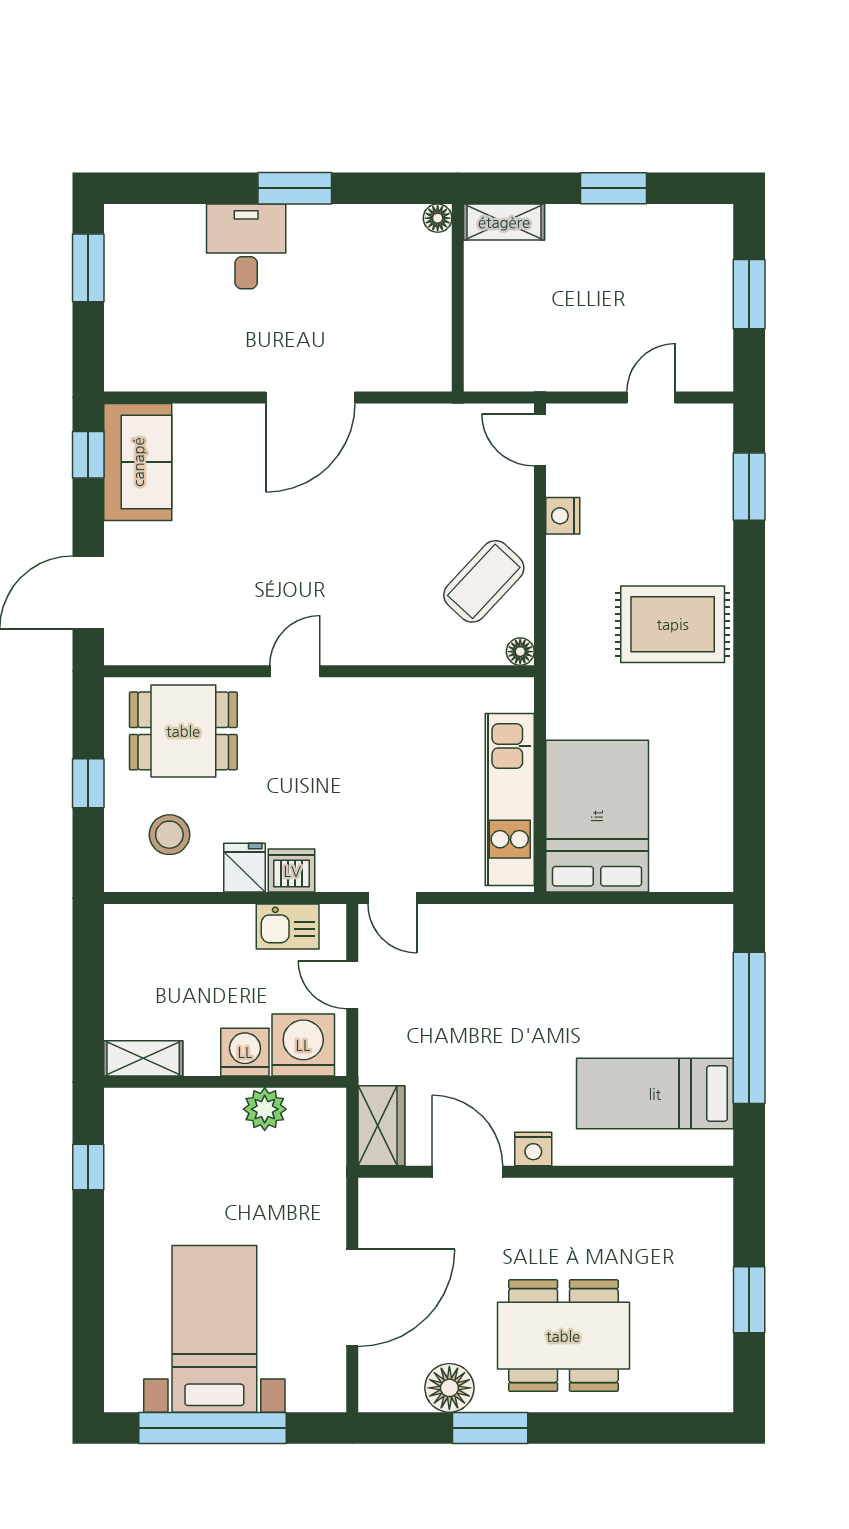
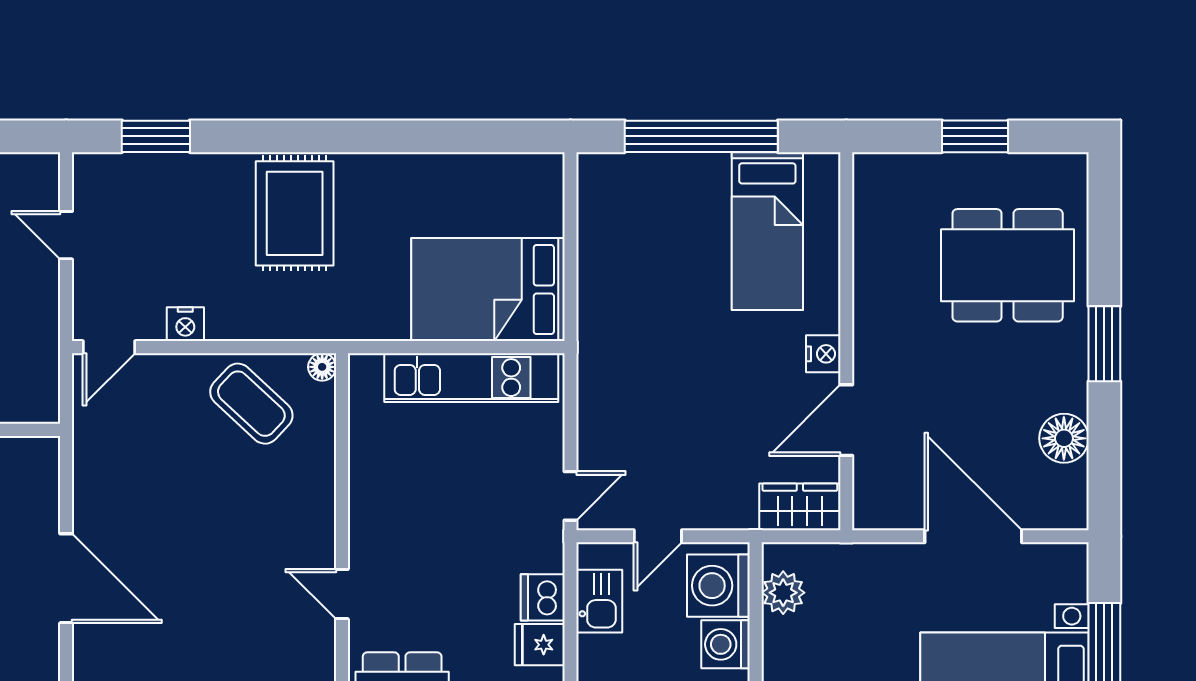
plant: (265, 1109) -> (783, 593), moved
dining table: (563, 1336) -> (1008, 265), moved, turned 90
window: (490, 1428) -> (1104, 344), moved

